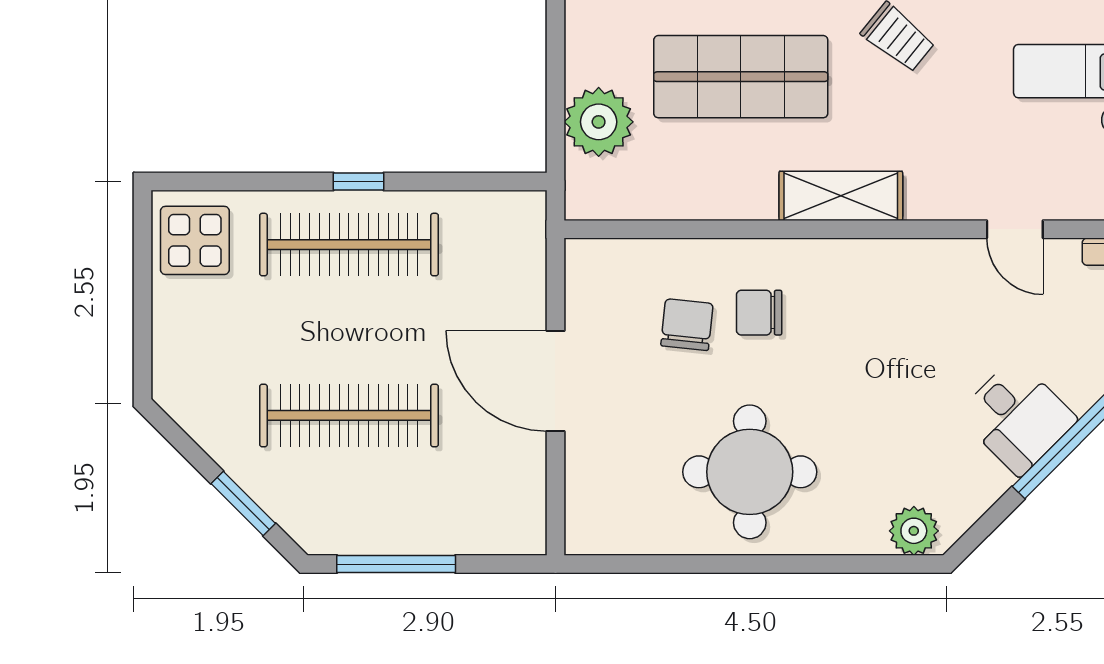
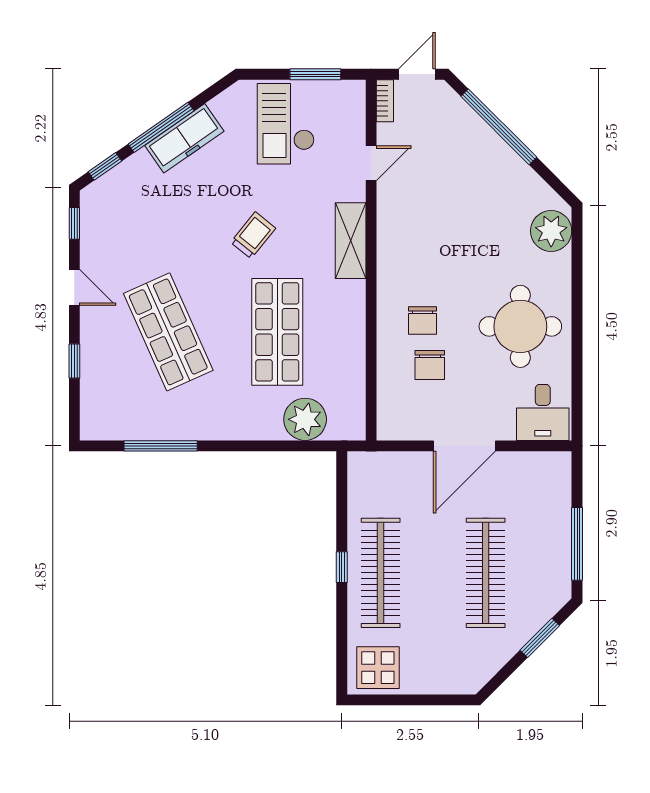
shelving: (841, 196) -> (351, 241), moved
chair: (687, 325) -> (430, 365), turned -96
desk: (1017, 417) -> (543, 412), moved, turned 135
plant: (914, 531) -> (551, 231), width x1.36, depth x1.36

